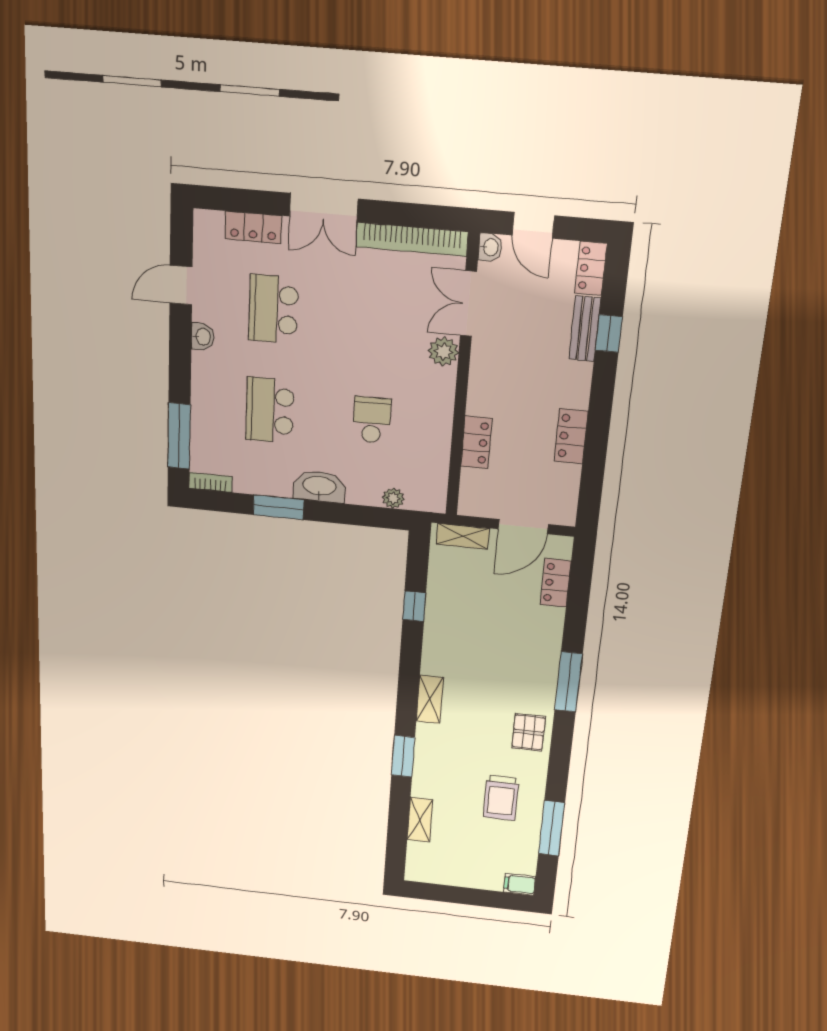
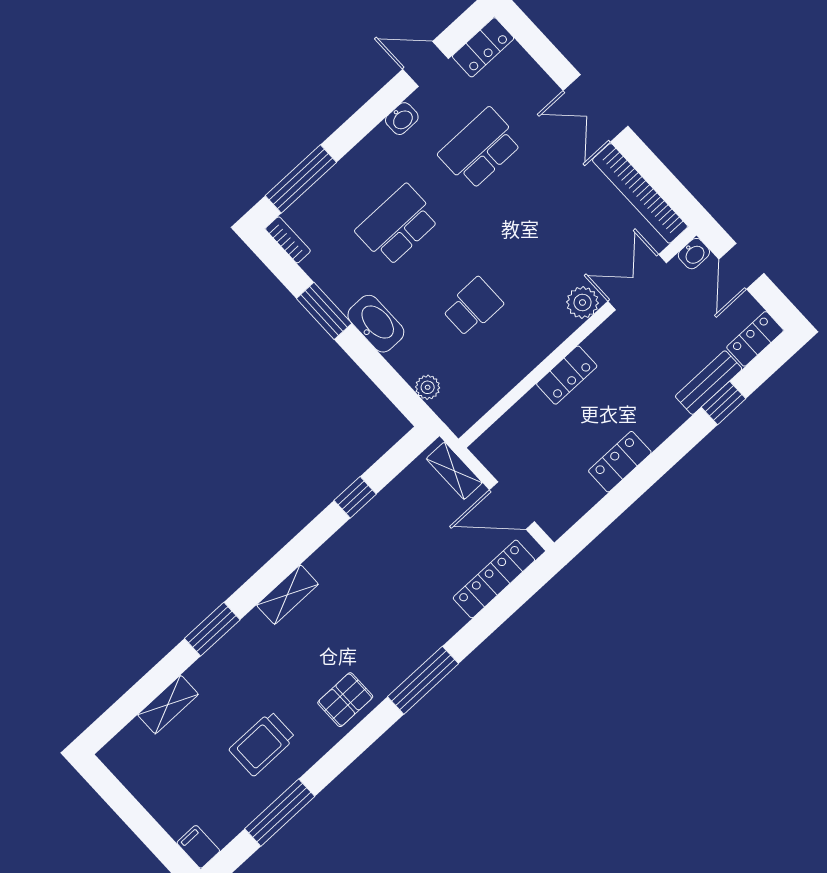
locker: (253, 227) -> (483, 47), moved, turned -90
locker: (476, 442) -> (567, 375), moved
locker: (556, 583) -> (494, 579), width x1.53

